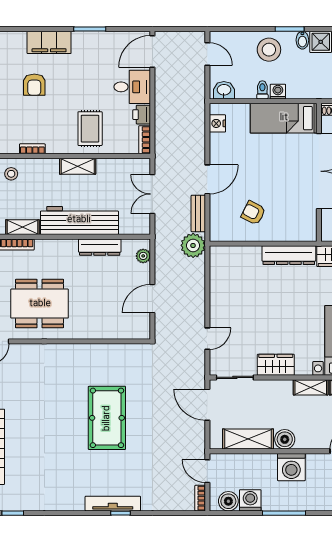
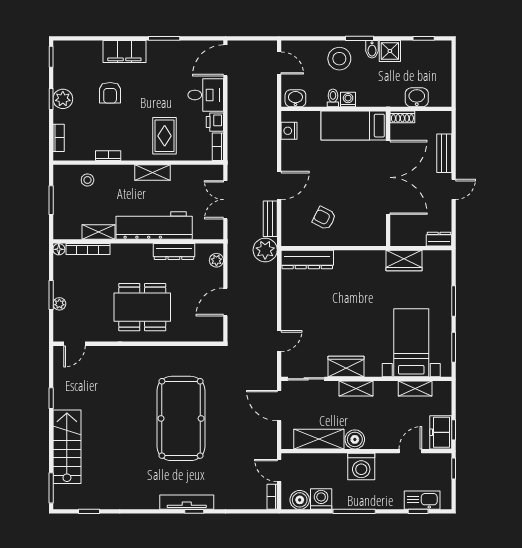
dresser: (289, 255) -> (307, 259), moved
dining table: (40, 304) -> (142, 307), moved
shelving: (311, 387) -> (356, 389), moved
pool table: (107, 418) -> (181, 418), width x1.36, depth x1.32

